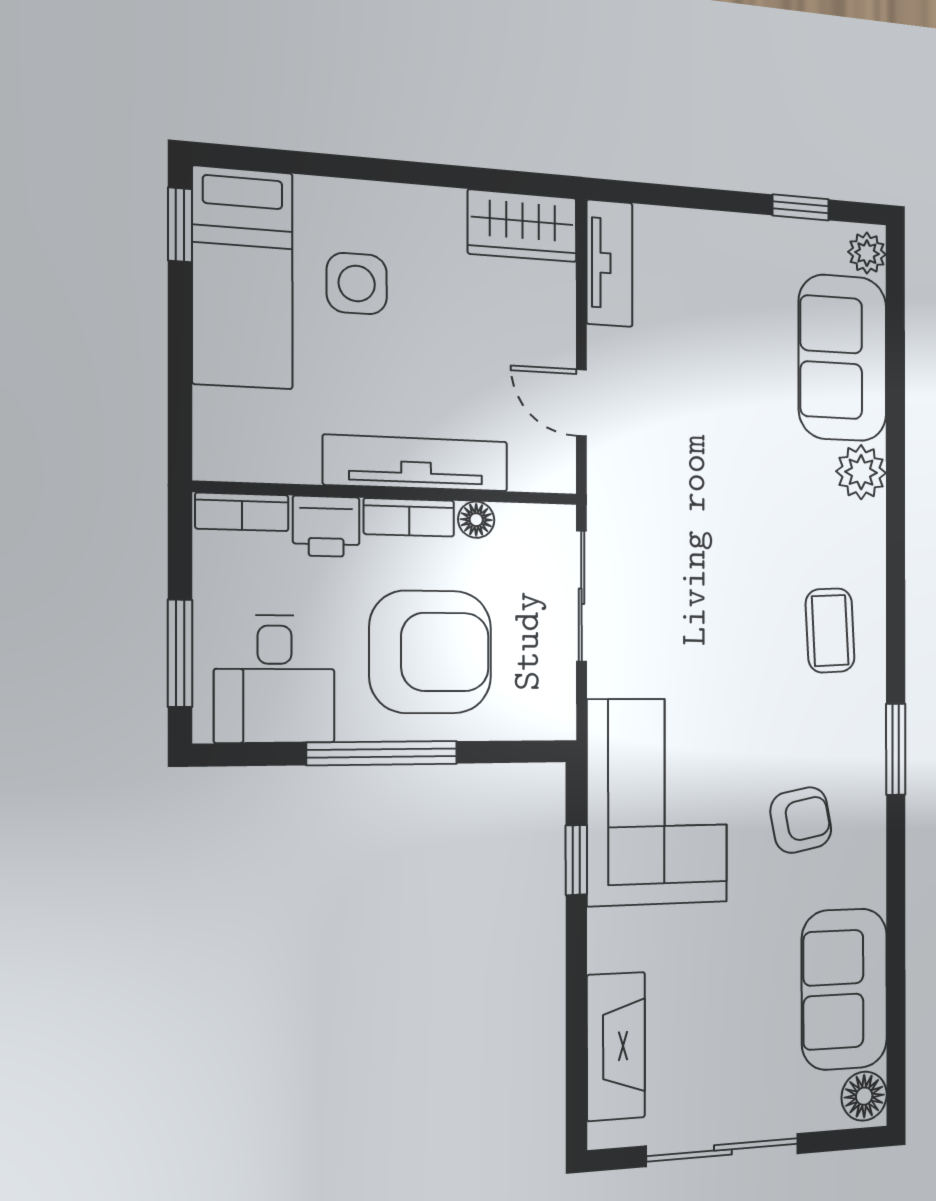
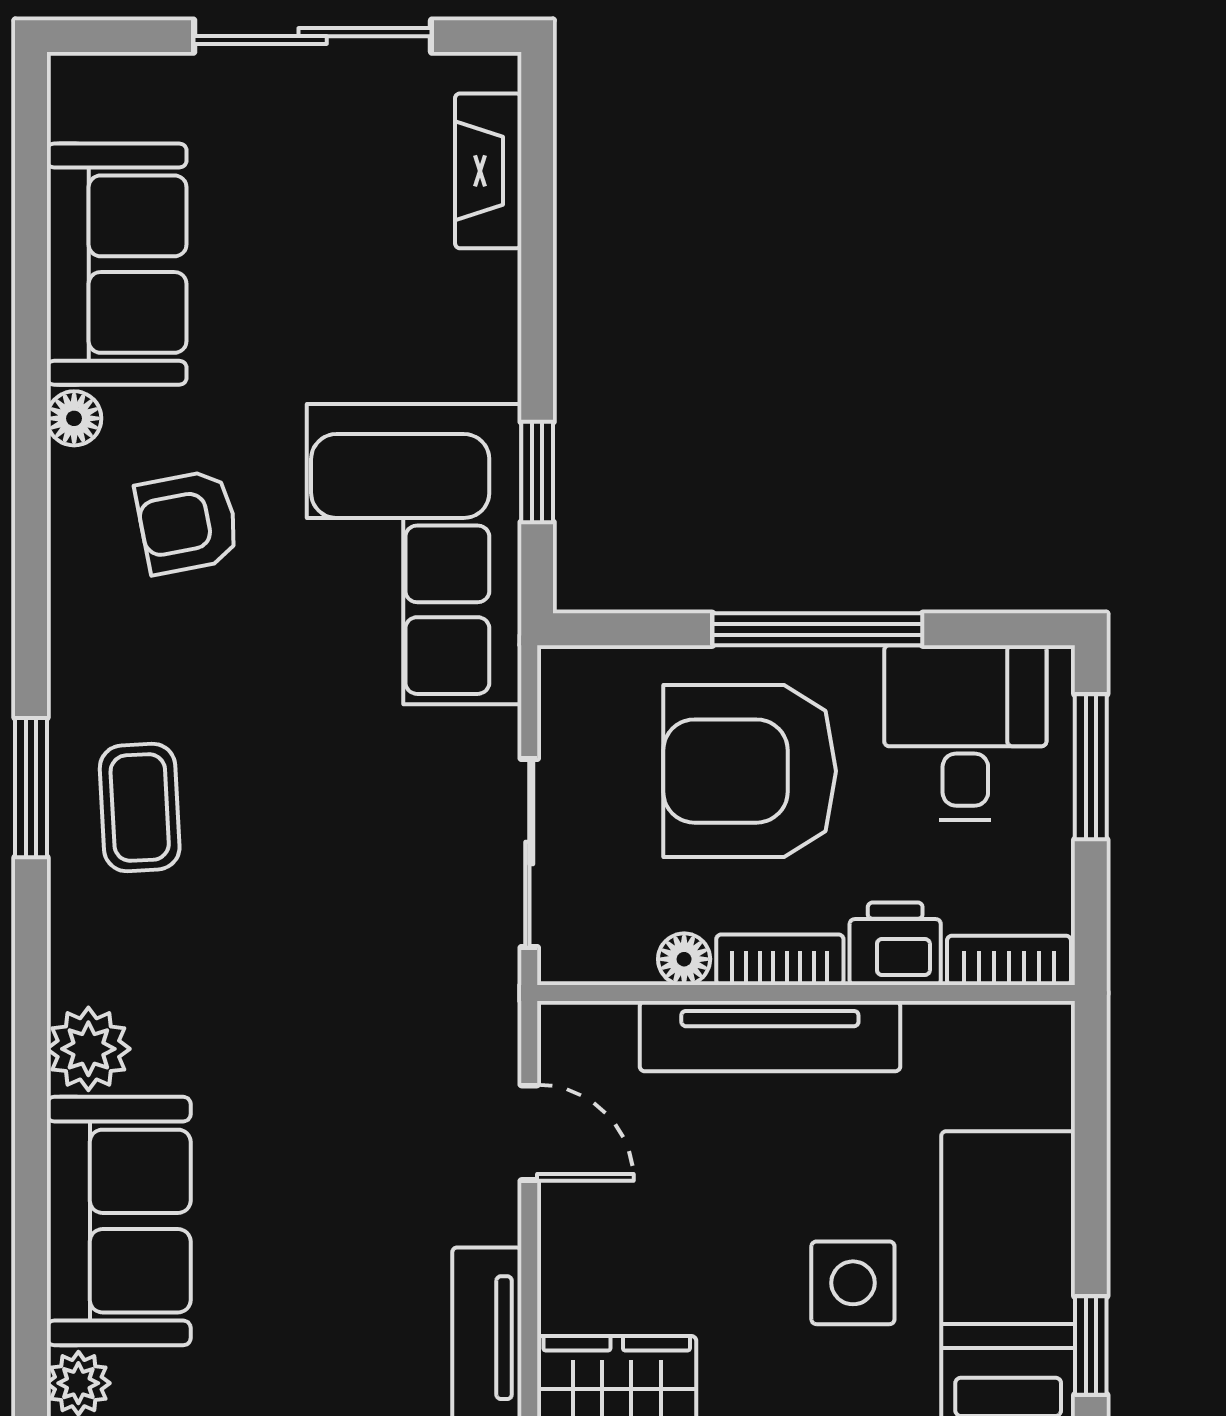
window: (896, 749) -> (31, 788), moved
fireplace: (616, 1046) -> (488, 171), width x0.73, depth x0.76
floor lamp: (864, 1096) -> (74, 418), moved, width x0.73, depth x0.73

